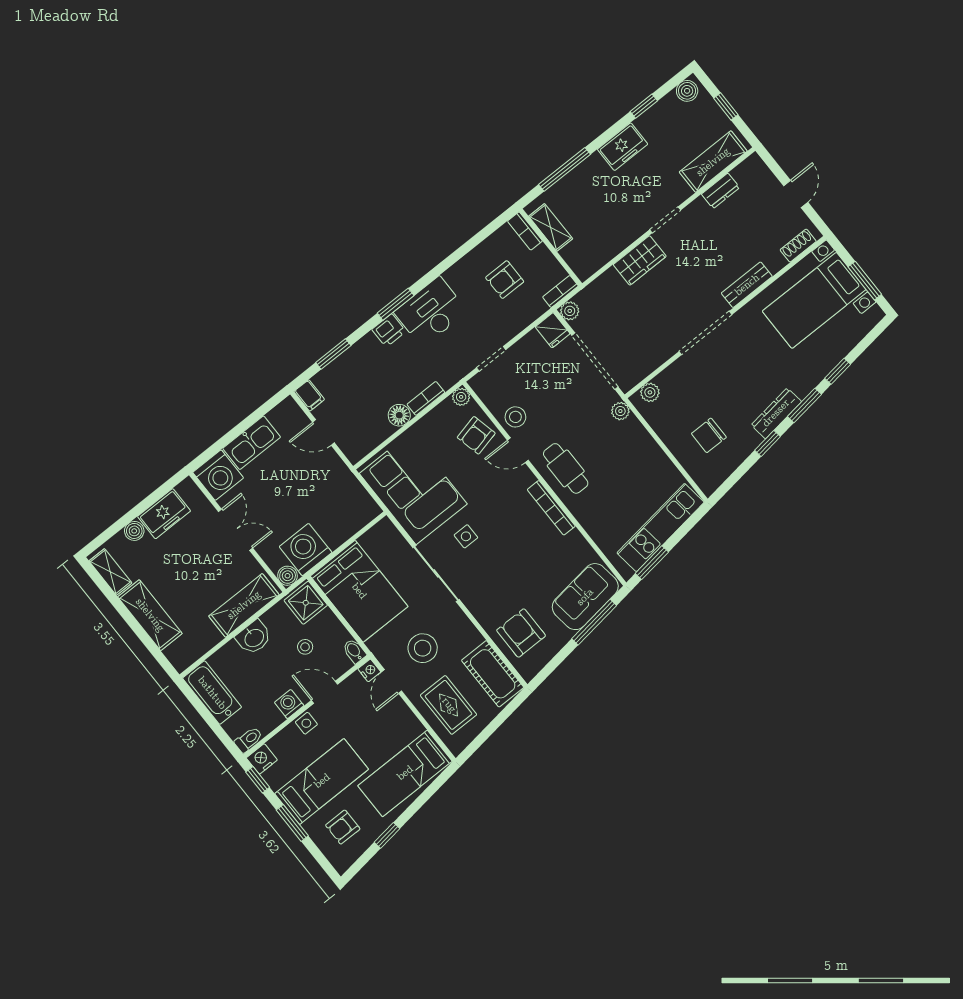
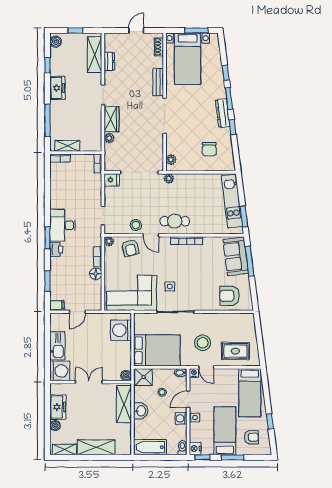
door: (796, 194) -> (136, 31), hinge flipped
armchair: (505, 280) -> (74, 183), removed
plant: (570, 311) -> (109, 138), moved
door: (518, 450) -> (151, 235), hinge flipped
washing machine: (306, 550) -> (121, 330), moved
cot: (493, 674) -> (237, 322), removed
armchair: (343, 827) -> (251, 437), turned -90

